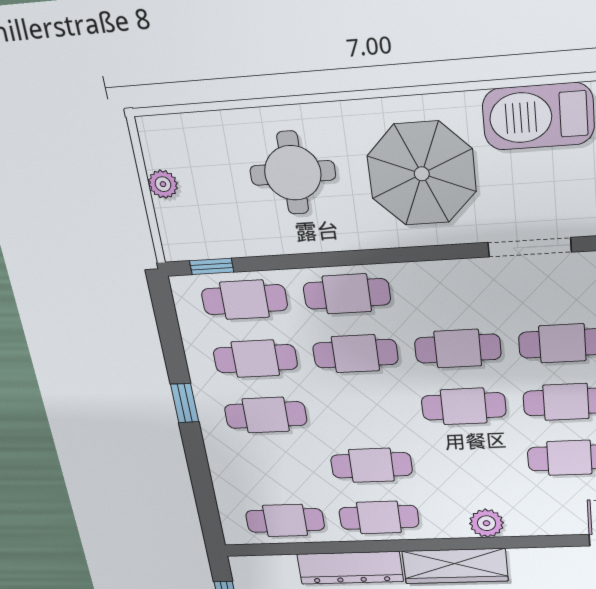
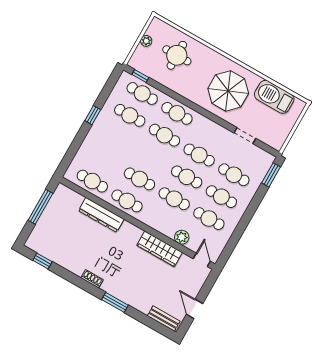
round table: (293, 173) -> (177, 55), moved
doorway: (530, 247) -> (245, 136), width x0.73
cafe table: (266, 415) -> (174, 199), moved
plant: (487, 523) -> (182, 237), moved
wardrobe: (455, 566) -> (160, 249), moved

